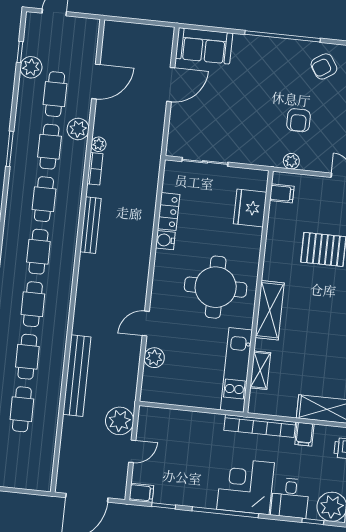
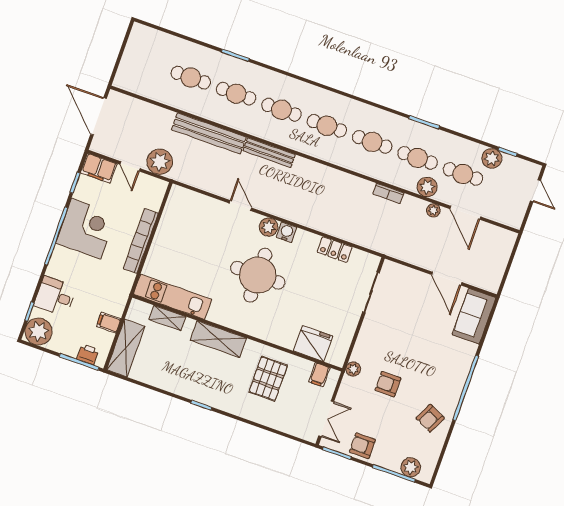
armchair: (324, 66) -> (430, 418), turned -121
plant: (98, 144) -> (433, 210), moved
filing cabinet: (282, 193) -> (319, 375), moved
fridge: (250, 208) -> (313, 343), moved
bench: (90, 225) -> (269, 153), moved
water cooler: (165, 240) -> (287, 232), moved
wall: (258, 292) -> (237, 333), moved
shelving: (270, 310) -> (218, 339), moved
plant: (154, 358) -> (269, 227), moved
kitchen unit: (236, 370) -> (173, 297), moved
shelving: (260, 370) -> (167, 318), moved
bookcase: (260, 426) -> (141, 241), moved
corner desk: (245, 486) -> (86, 229), moved
filing cabinet: (141, 493) -> (99, 168), width x2.00

